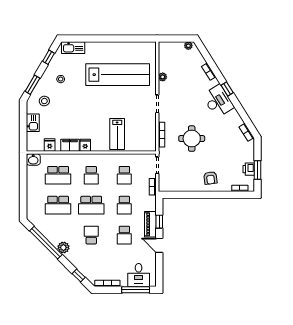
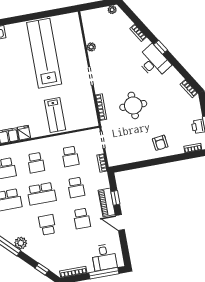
lab bench: (118, 75) -> (44, 53), turned -90

